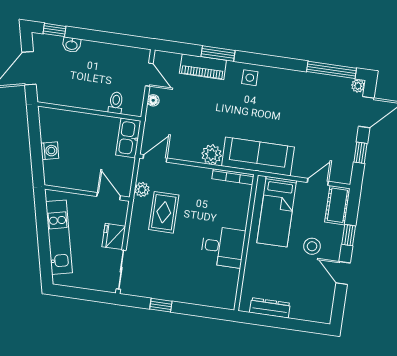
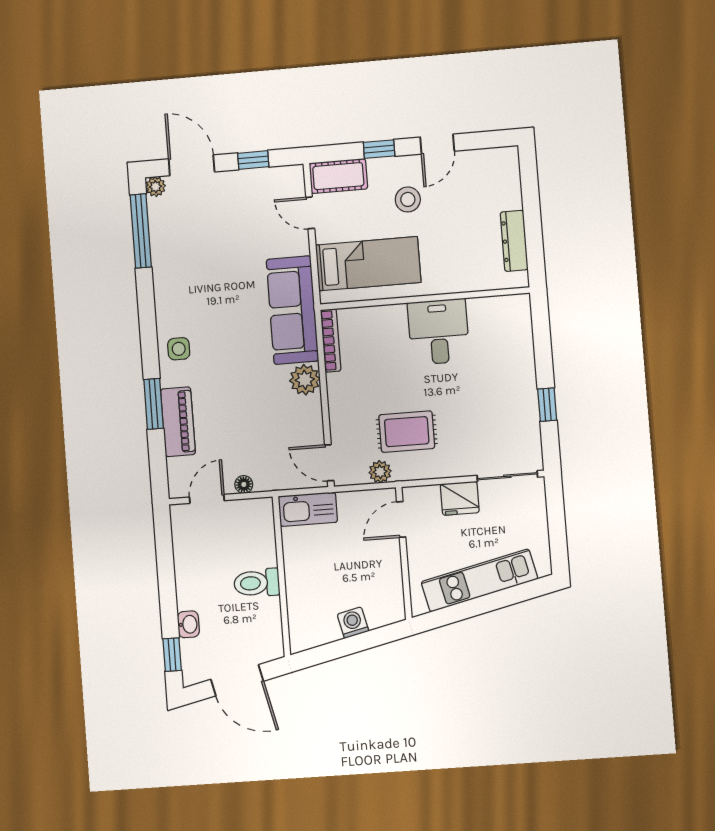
toilet: (116, 103) -> (257, 583), moved, width x1.37, depth x1.39

